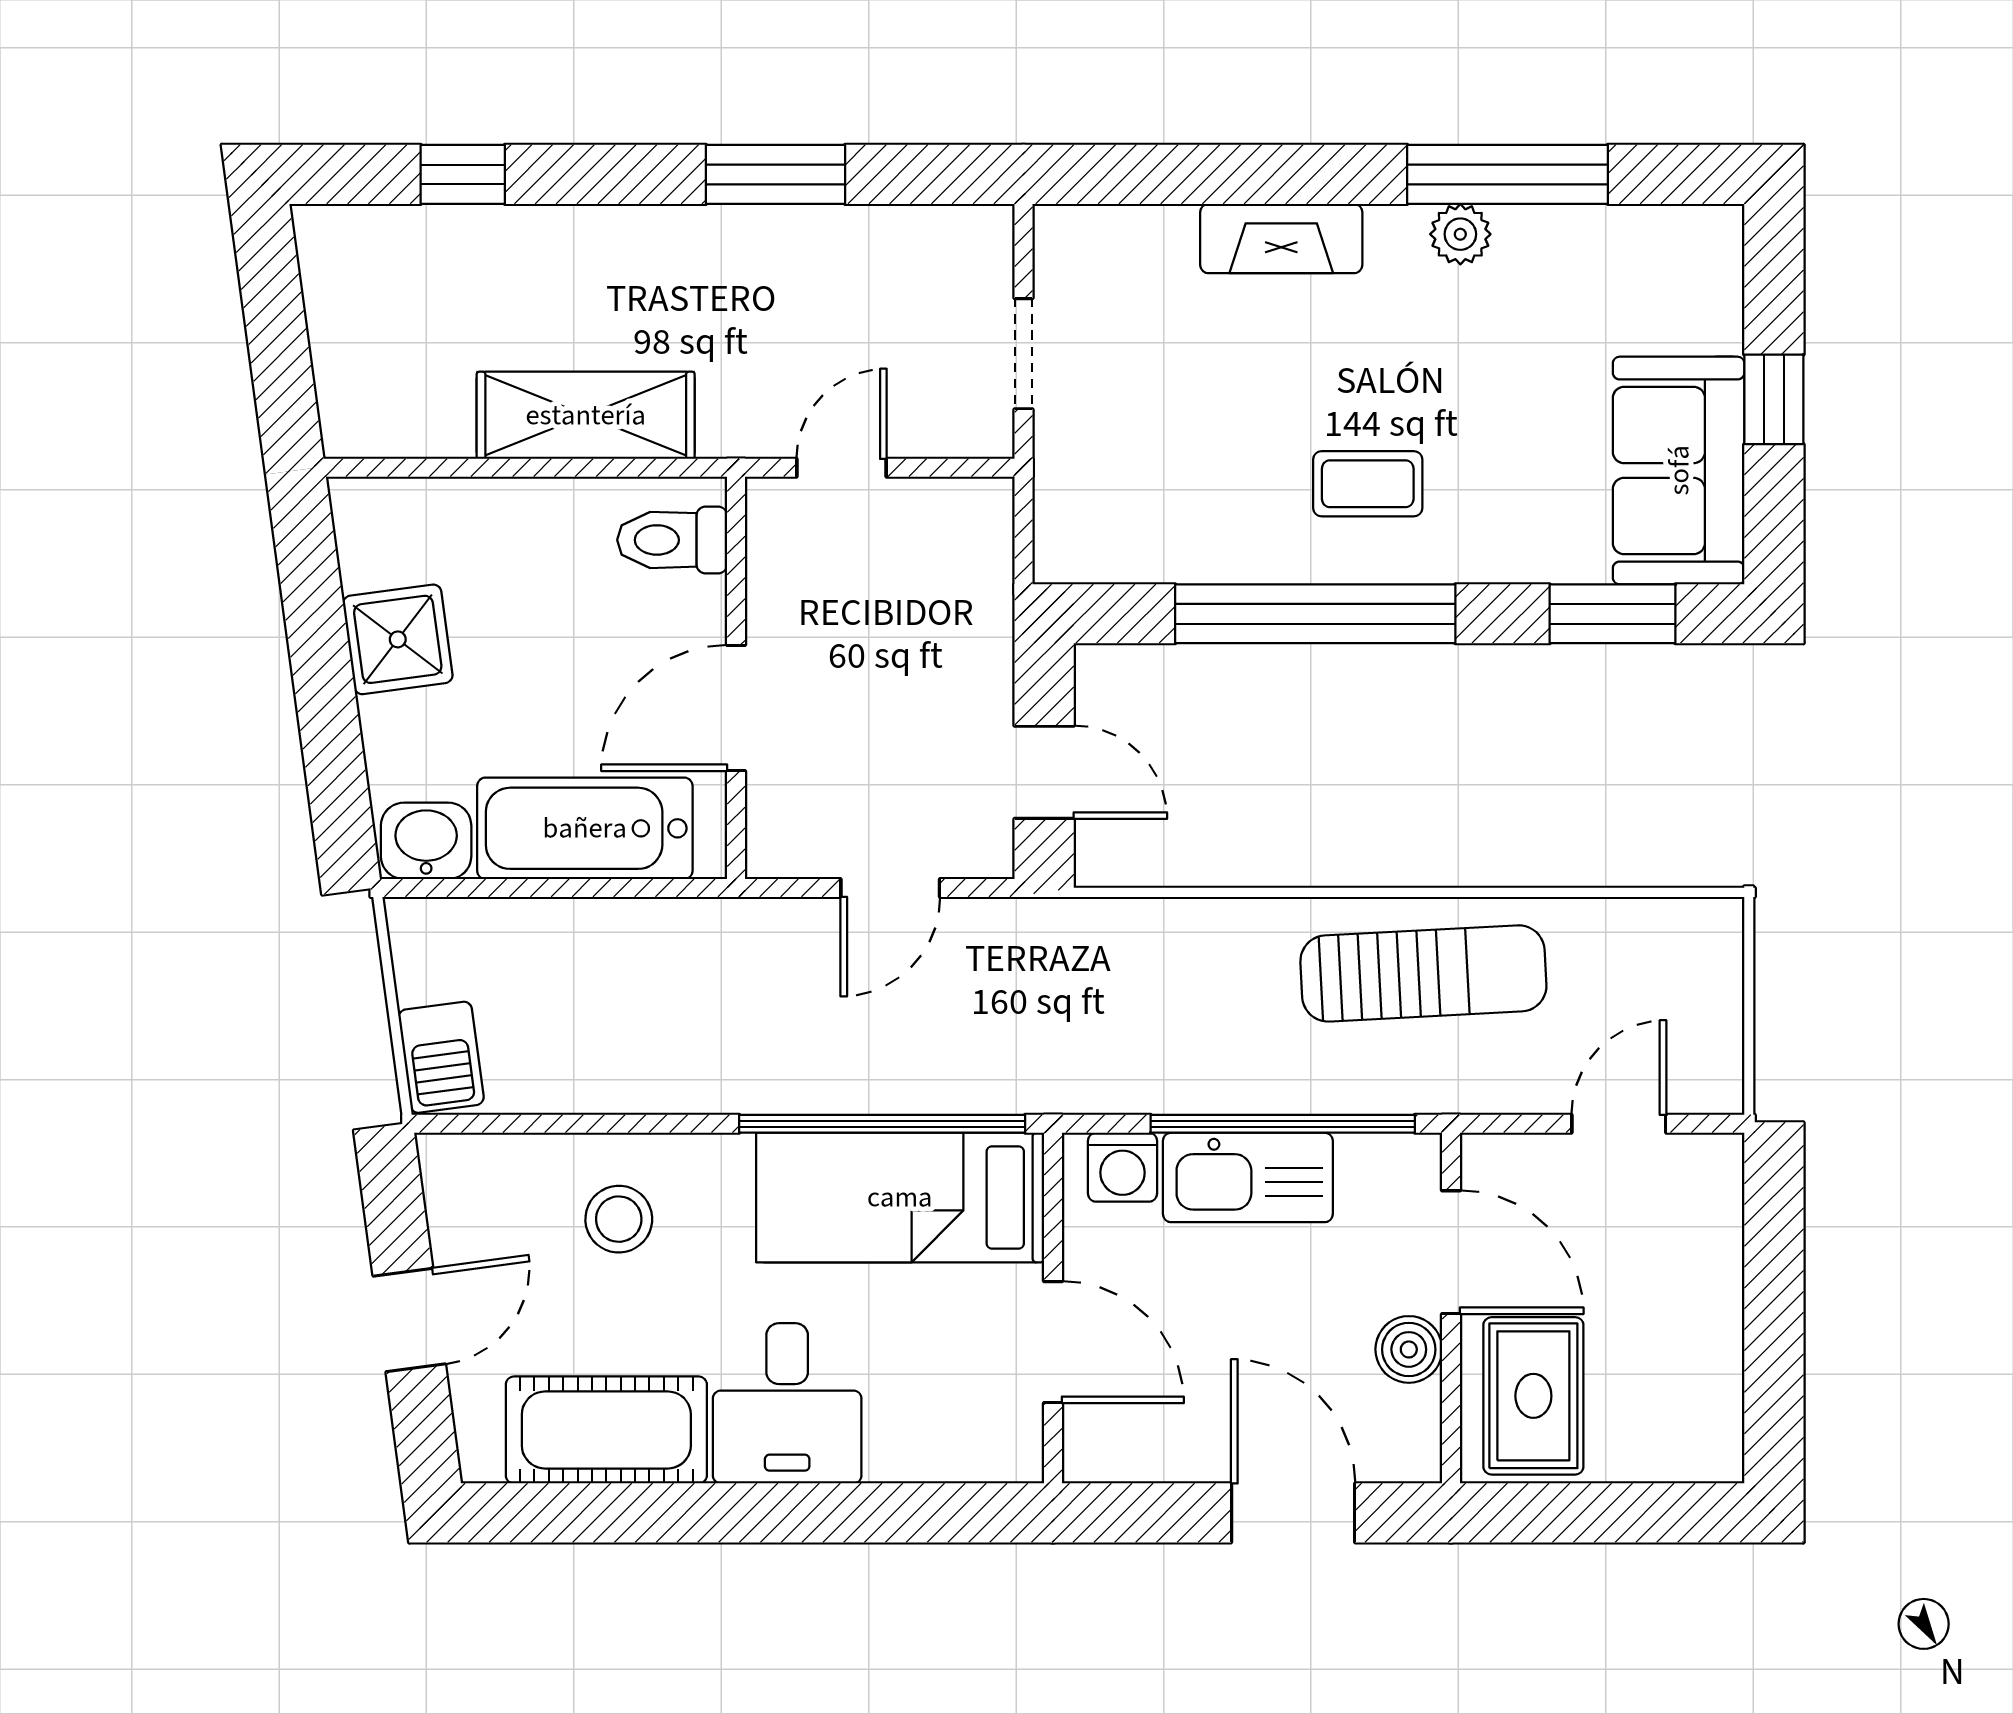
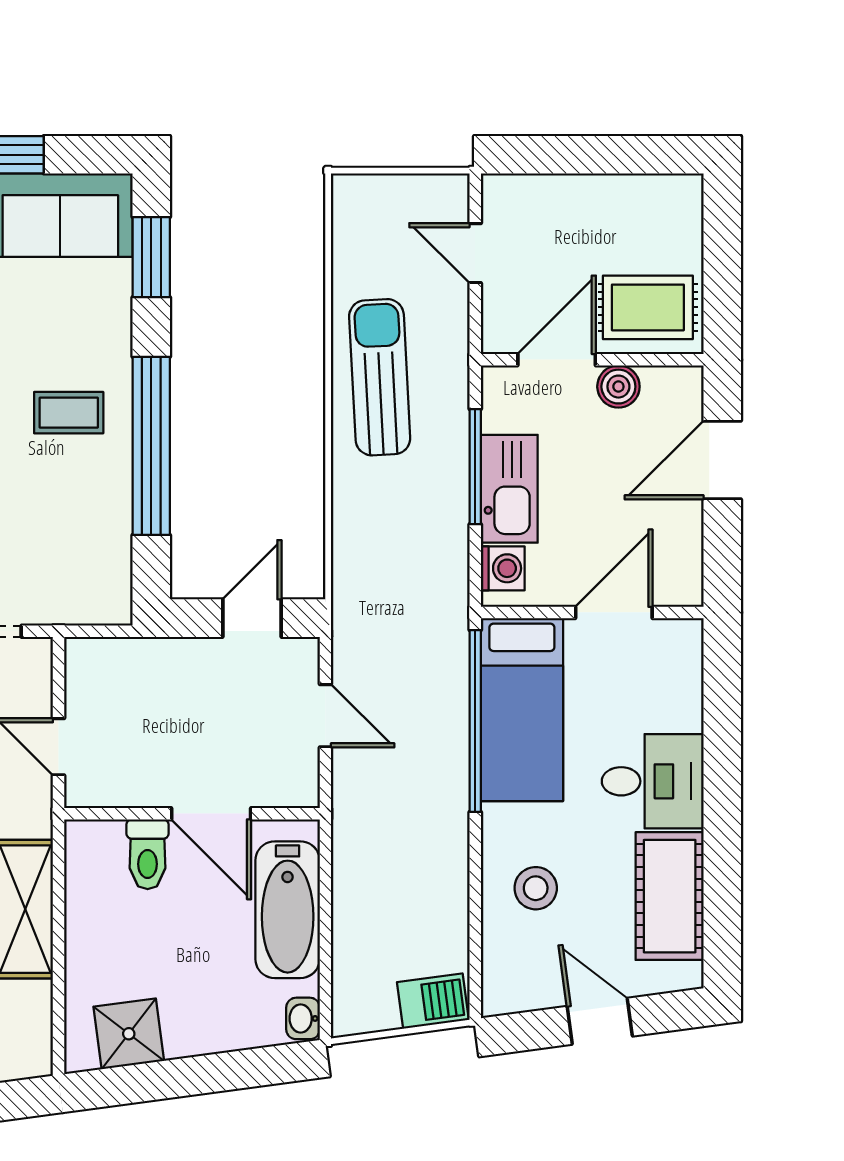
coffee table: (1368, 484) -> (69, 413), turned 90
toilet: (672, 540) -> (148, 854), moved
shower: (398, 639) -> (129, 1034), moved
washbasin: (426, 841) -> (303, 1018), width x0.72, depth x0.69
window: (1283, 1124) -> (475, 467), width x0.68

